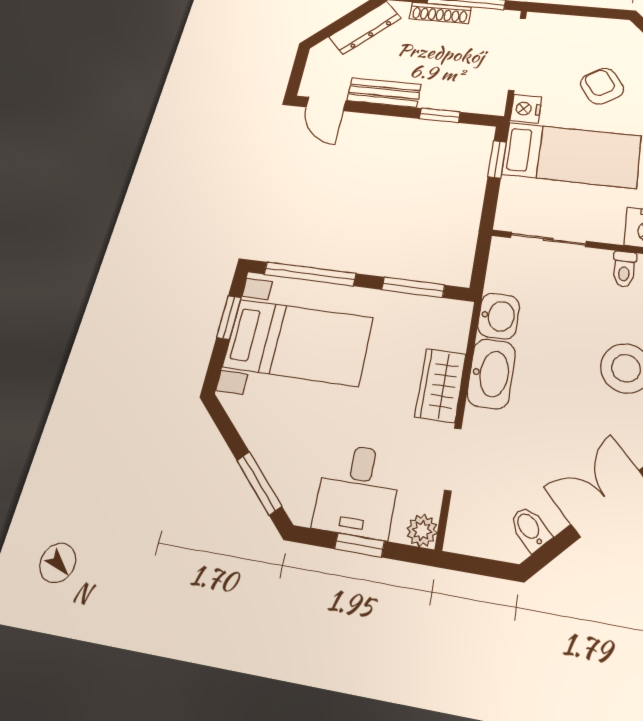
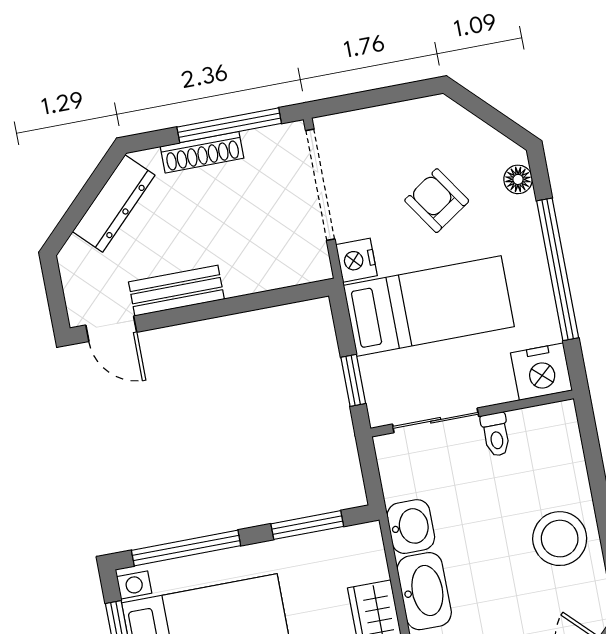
window: (440, 115) -> (257, 301), removed
window: (497, 159) -> (353, 380), moved
toilet: (624, 269) -> (496, 434), moved

